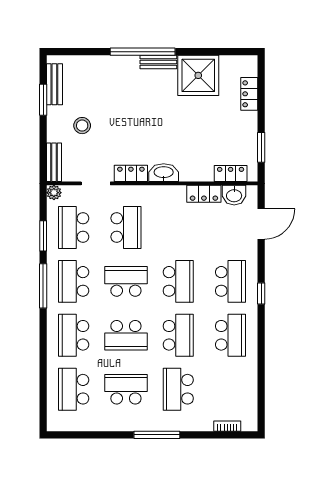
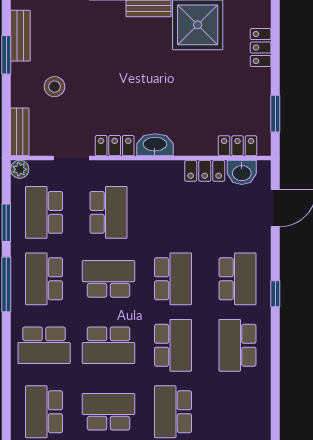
school desk: (74, 335) -> (44, 345), turned -90
school desk: (231, 335) -> (237, 345), turned 180

